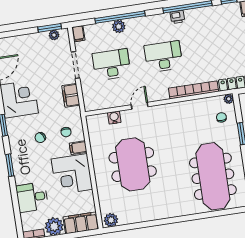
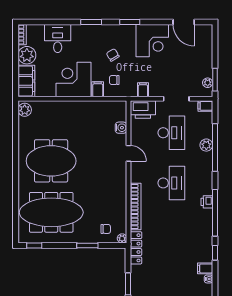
filing cabinet: (71, 95) -> (143, 90), width x0.50
printer: (92, 98) -> (143, 109), added
meeting table: (133, 164) -> (51, 161), moved

